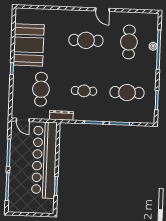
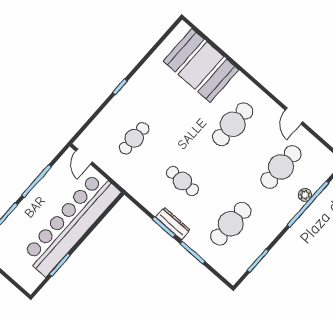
door: (102, 10) -> (294, 116), moved
cafe table: (86, 40) -> (233, 124), turned 90
booth: (29, 45) -> (201, 65), moved, turned 90
cafe table: (41, 89) -> (134, 138), width x0.73, depth x0.74
cafe table: (127, 93) -> (231, 224), turned 90
dresser: (61, 115) -> (173, 224), moved

